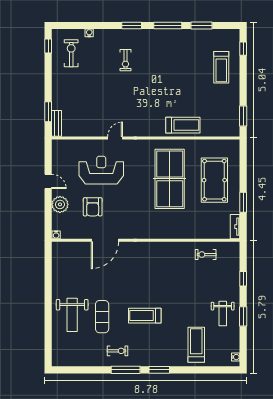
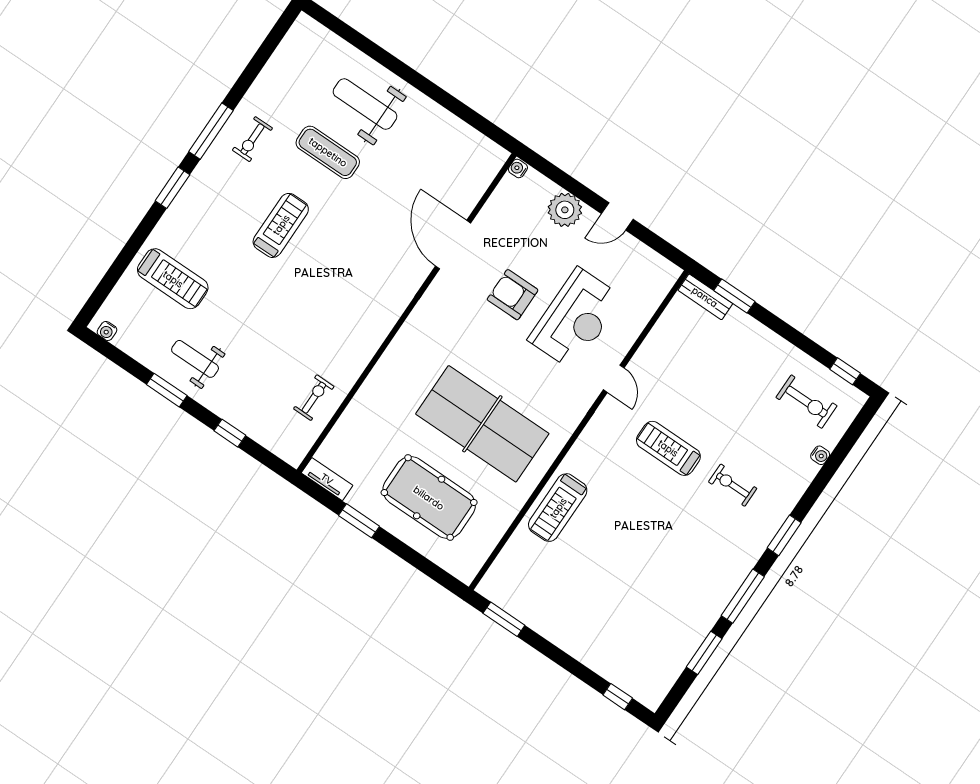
treadmill: (221, 67) -> (668, 448), moved
armchair: (93, 207) -> (513, 295), moved

